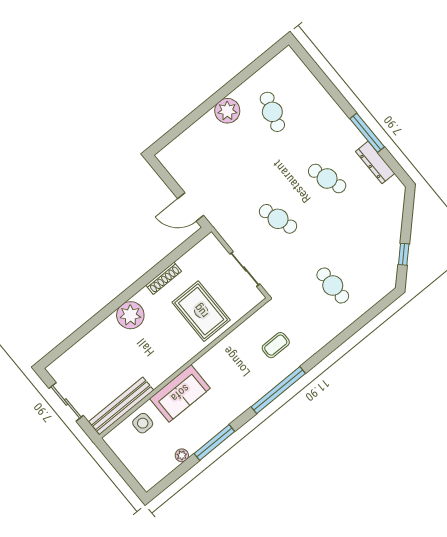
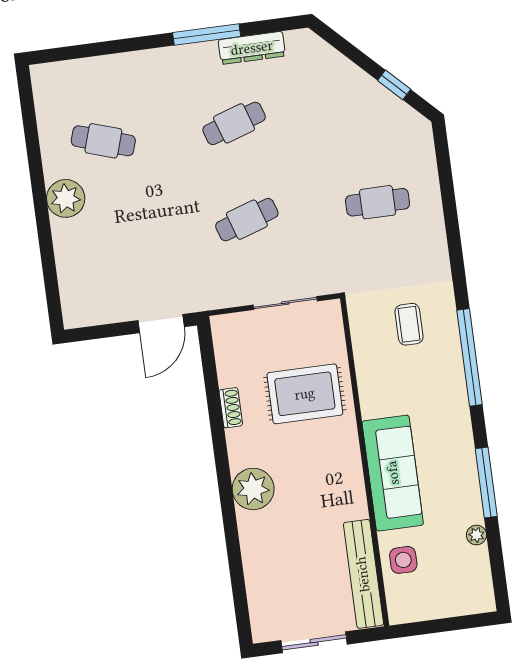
shoe rack: (164, 278) -> (231, 408), width x0.70
sofa: (180, 393) -> (393, 473), width x1.36

